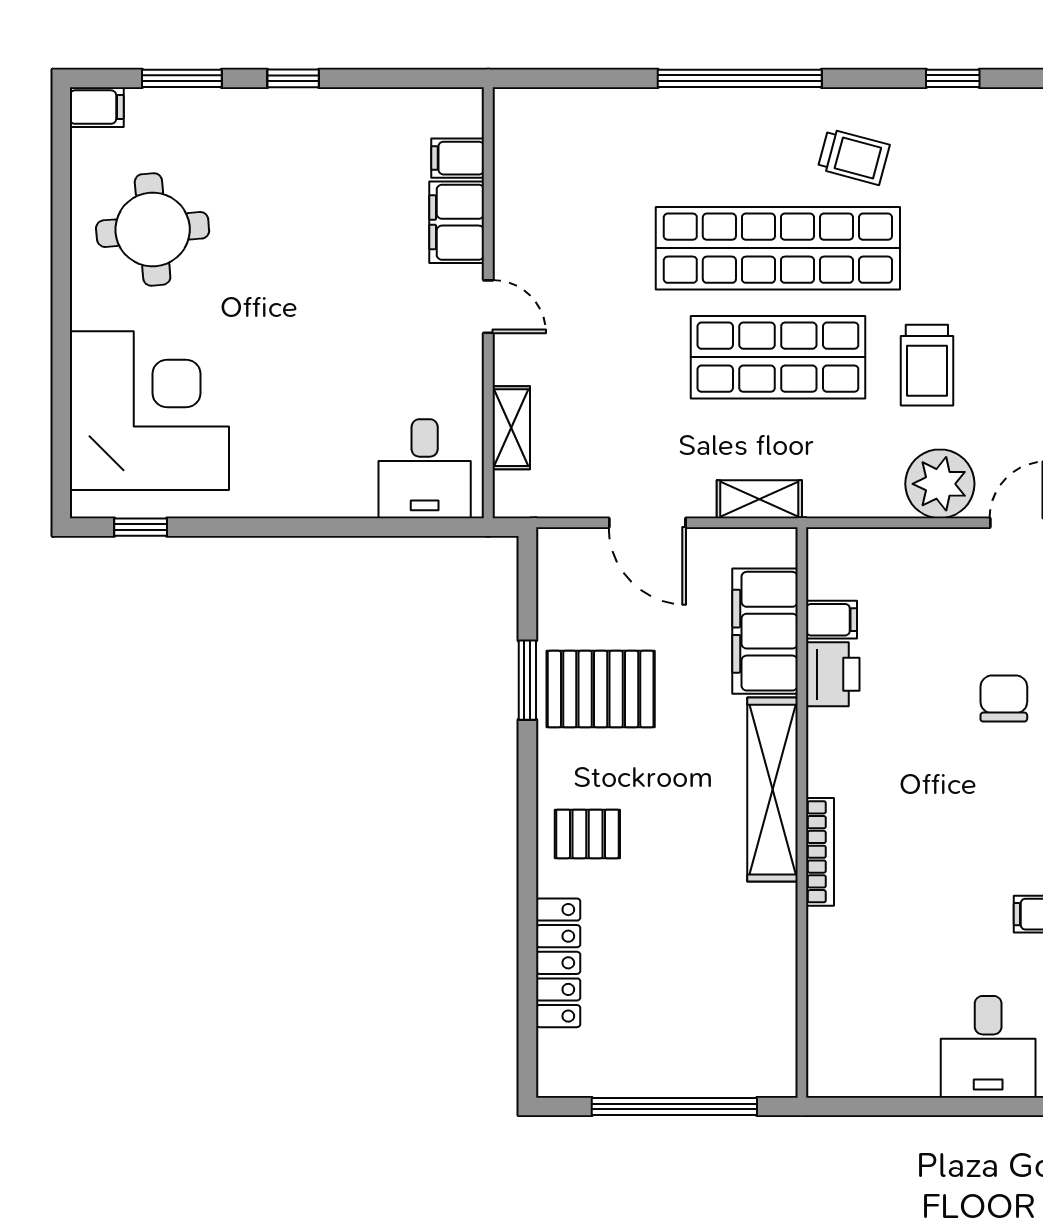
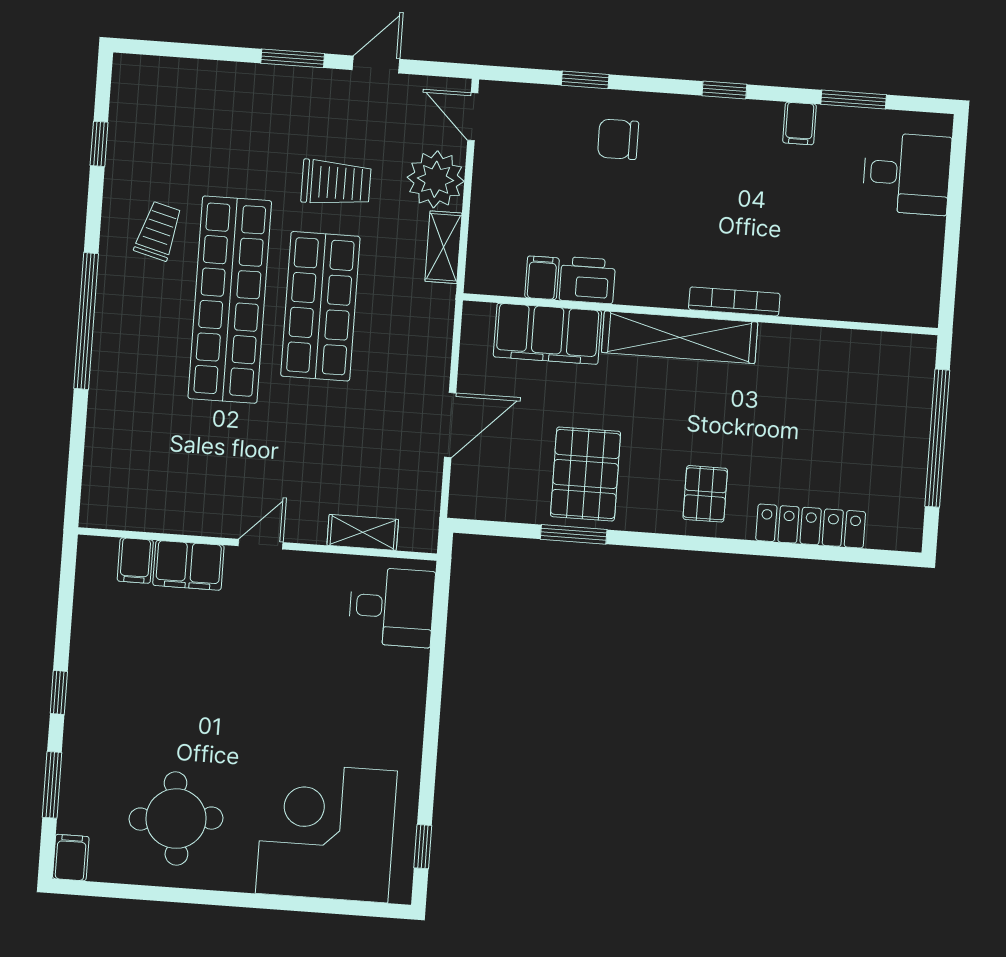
shelving: (759, 499) -> (443, 247), moved

